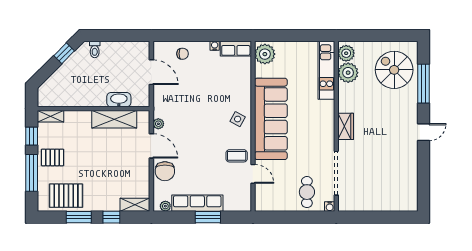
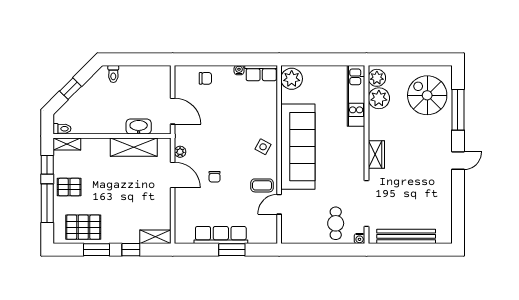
window: (64, 53) -> (71, 89), moved
door: (151, 72) -> (173, 111), moved
toilet: (46, 102) -> (62, 129), added
chair: (165, 171) -> (215, 177), moved, width x0.54, depth x0.54
door: (253, 174) -> (279, 204), swing flipped
bench: (374, 205) -> (406, 236), added
plant: (165, 206) -> (187, 238), removed

